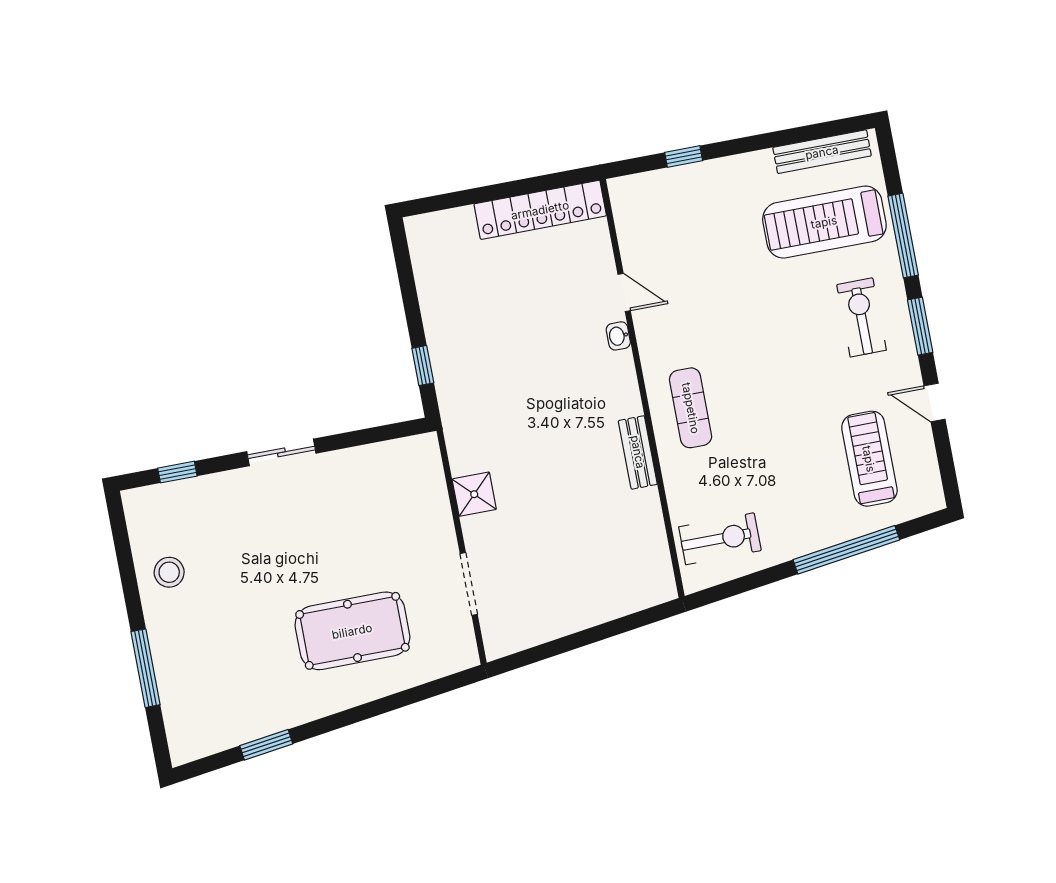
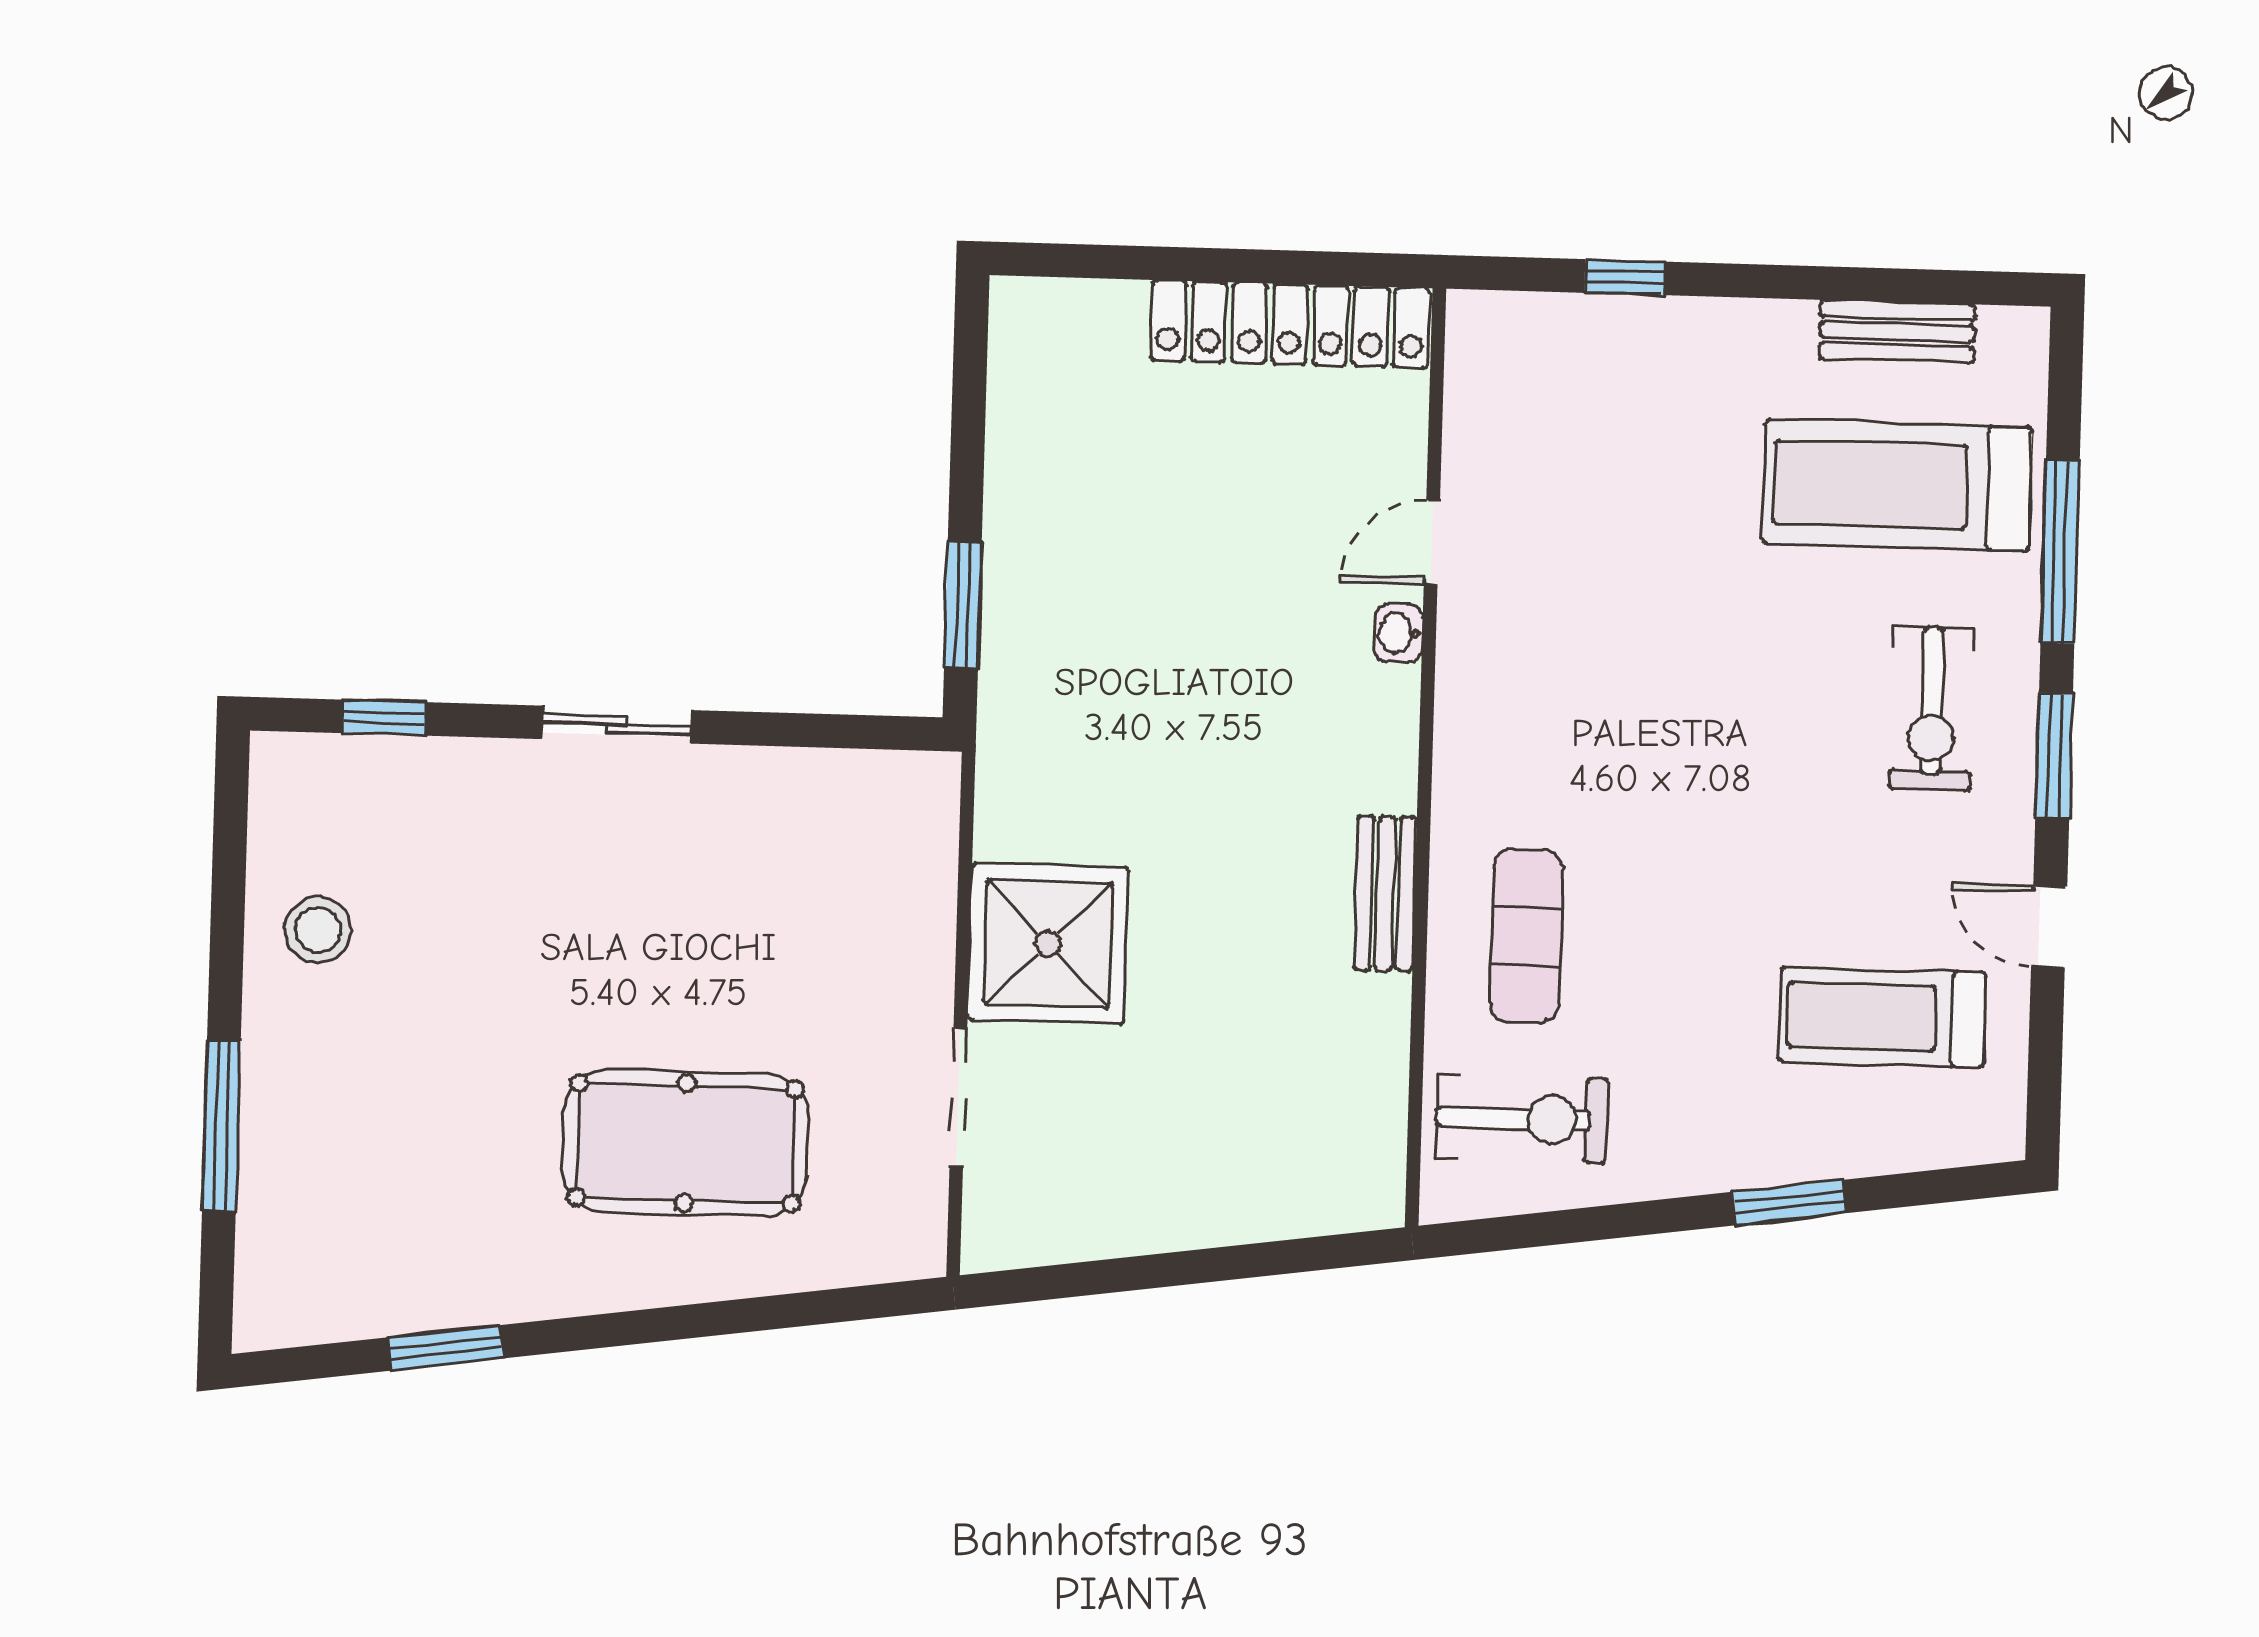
bench: (822, 152) -> (1897, 332), width x0.73
door: (624, 293) -> (1432, 542), swing flipped
exercise bike: (862, 317) -> (1932, 709), turned 180
window: (423, 366) -> (963, 604), width x1.50
exercise mat: (691, 408) -> (1526, 936), moved
treadmill: (869, 459) -> (1882, 1017), turned -90
shower: (474, 494) -> (1048, 944), width x1.86, depth x1.86
window: (846, 550) -> (1789, 1203), width x0.47

